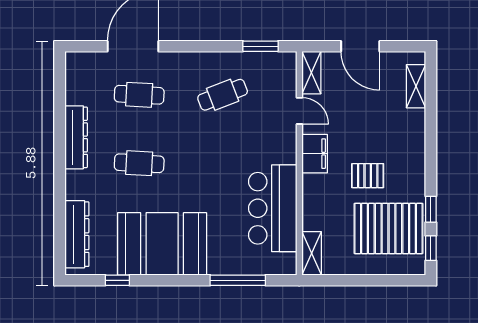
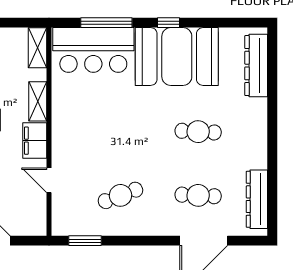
shelving: (311, 73) -> (38, 101), moved
dresser: (76, 137) -> (257, 199), moved
bar counter: (273, 208) -> (93, 50), moved, turned 90
window: (117, 280) -> (168, 23), moved

